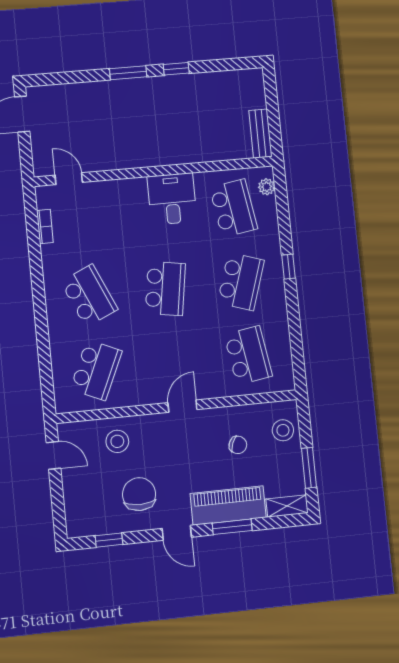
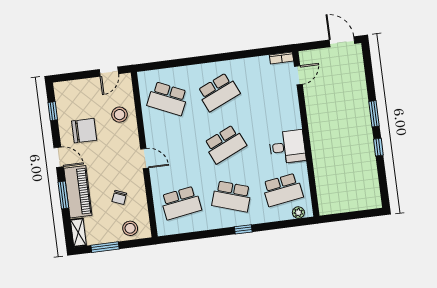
bench: (260, 134) -> (335, 207), removed
bookcase: (45, 227) -> (281, 58), moved
school desk: (165, 288) -> (225, 144), turned -33
door: (177, 533) -> (59, 157), swing flipped

